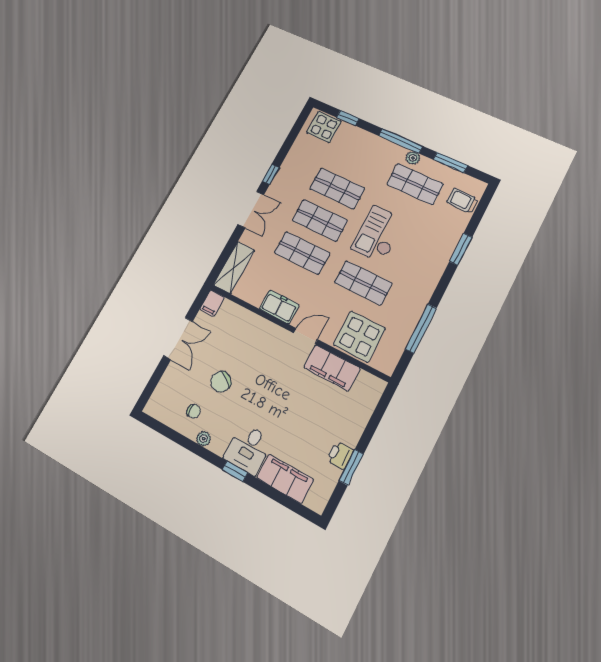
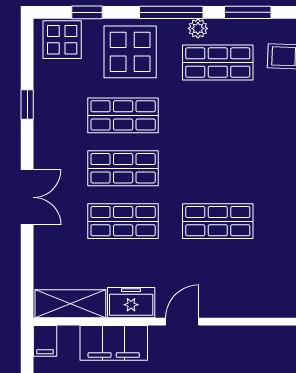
window: (271, 174) -> (27, 105), moved
checkout: (378, 234) -> (205, 150), removed
shelving: (234, 268) -> (70, 304), moved, turned 90
display table: (359, 337) -> (130, 52), moved
filing cabinet: (332, 368) -> (114, 343), moved

